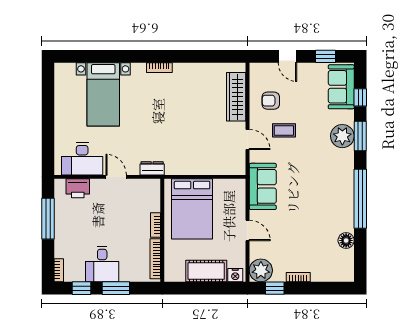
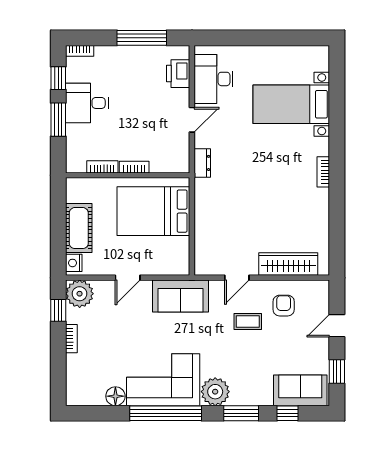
coffee table: (284, 130) -> (248, 322), turned 90
plant: (342, 136) -> (215, 392), moved
corner sofa: (332, 201) -> (163, 380), added
bookcase: (155, 259) -> (102, 167), width x0.64

